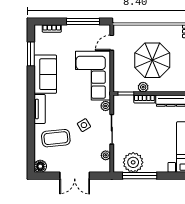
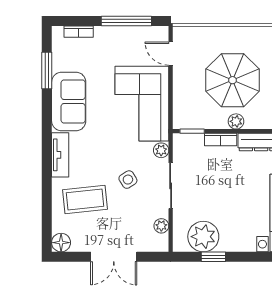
door: (112, 43) -> (171, 54), hinge flipped
plant: (143, 87) -> (236, 121), moved
window: (140, 176) -> (213, 257), width x0.46

